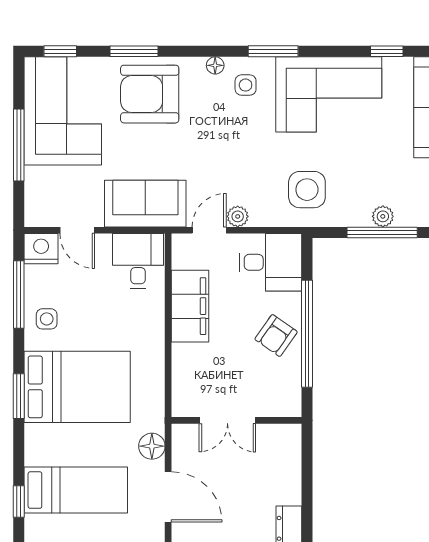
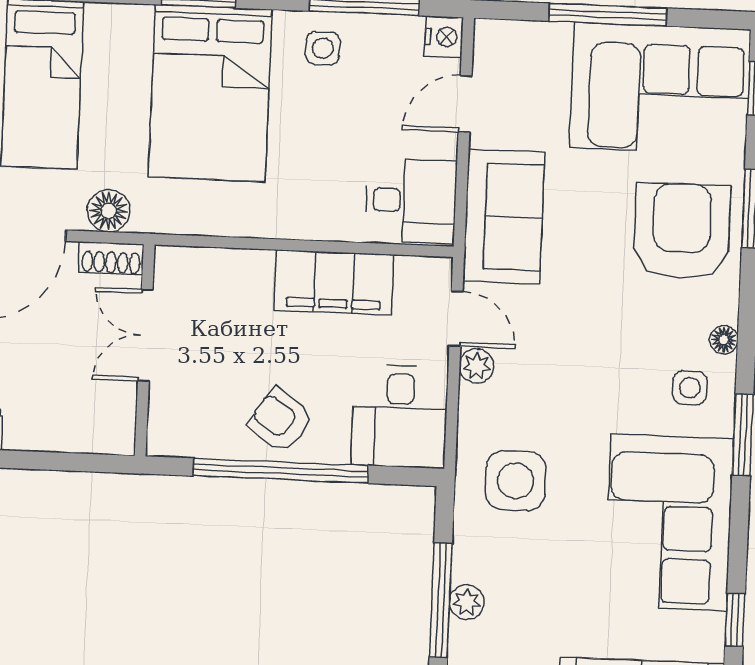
nightstand: (41, 249) -> (444, 37), width x0.74, depth x0.75
shoe rack: (181, 443) -> (111, 258), added

